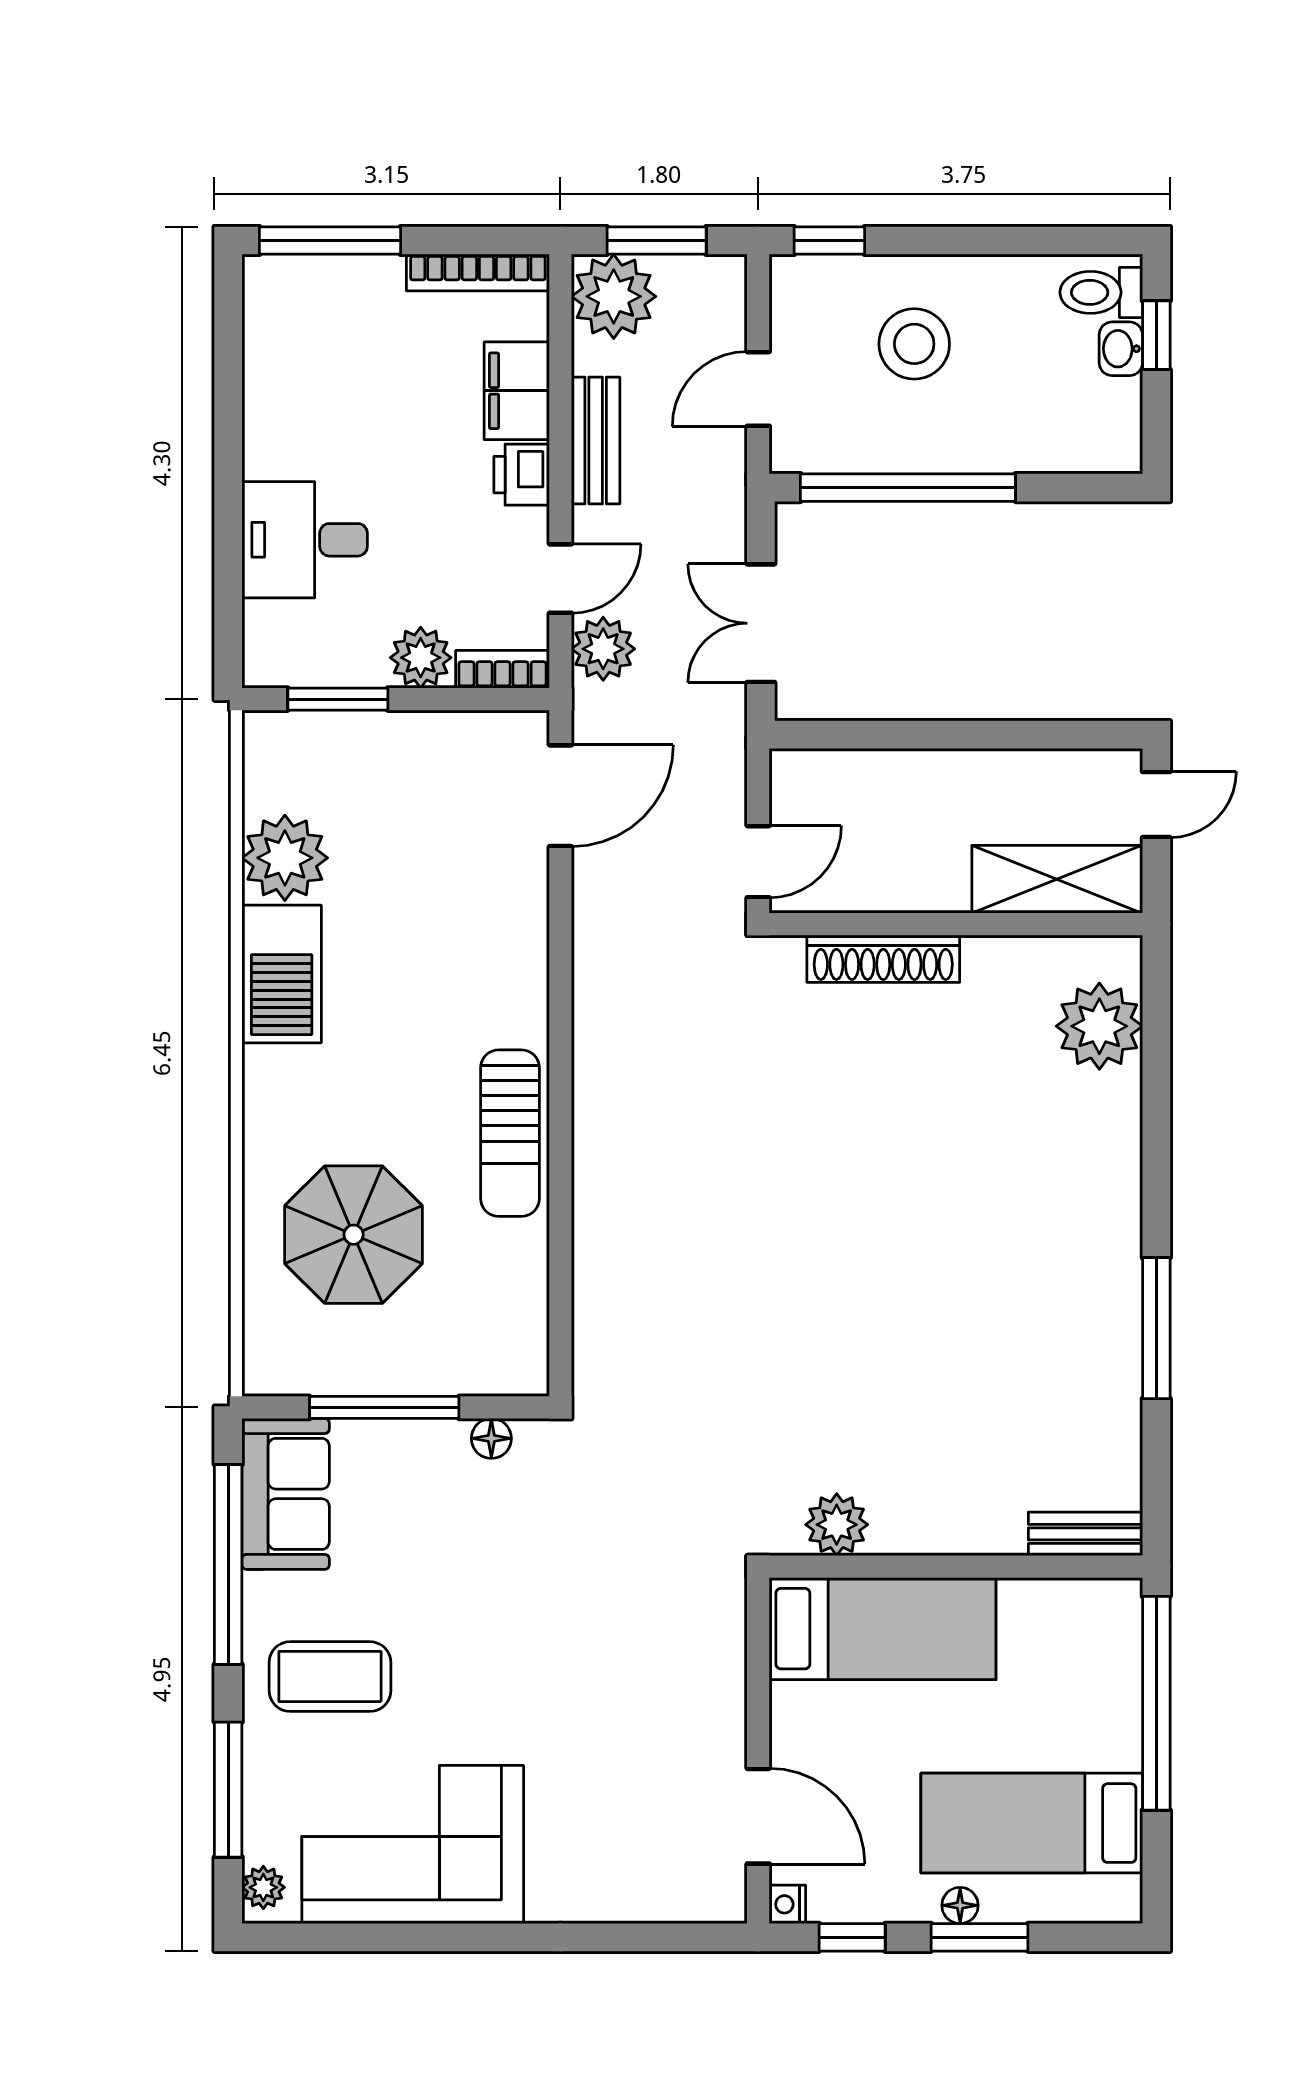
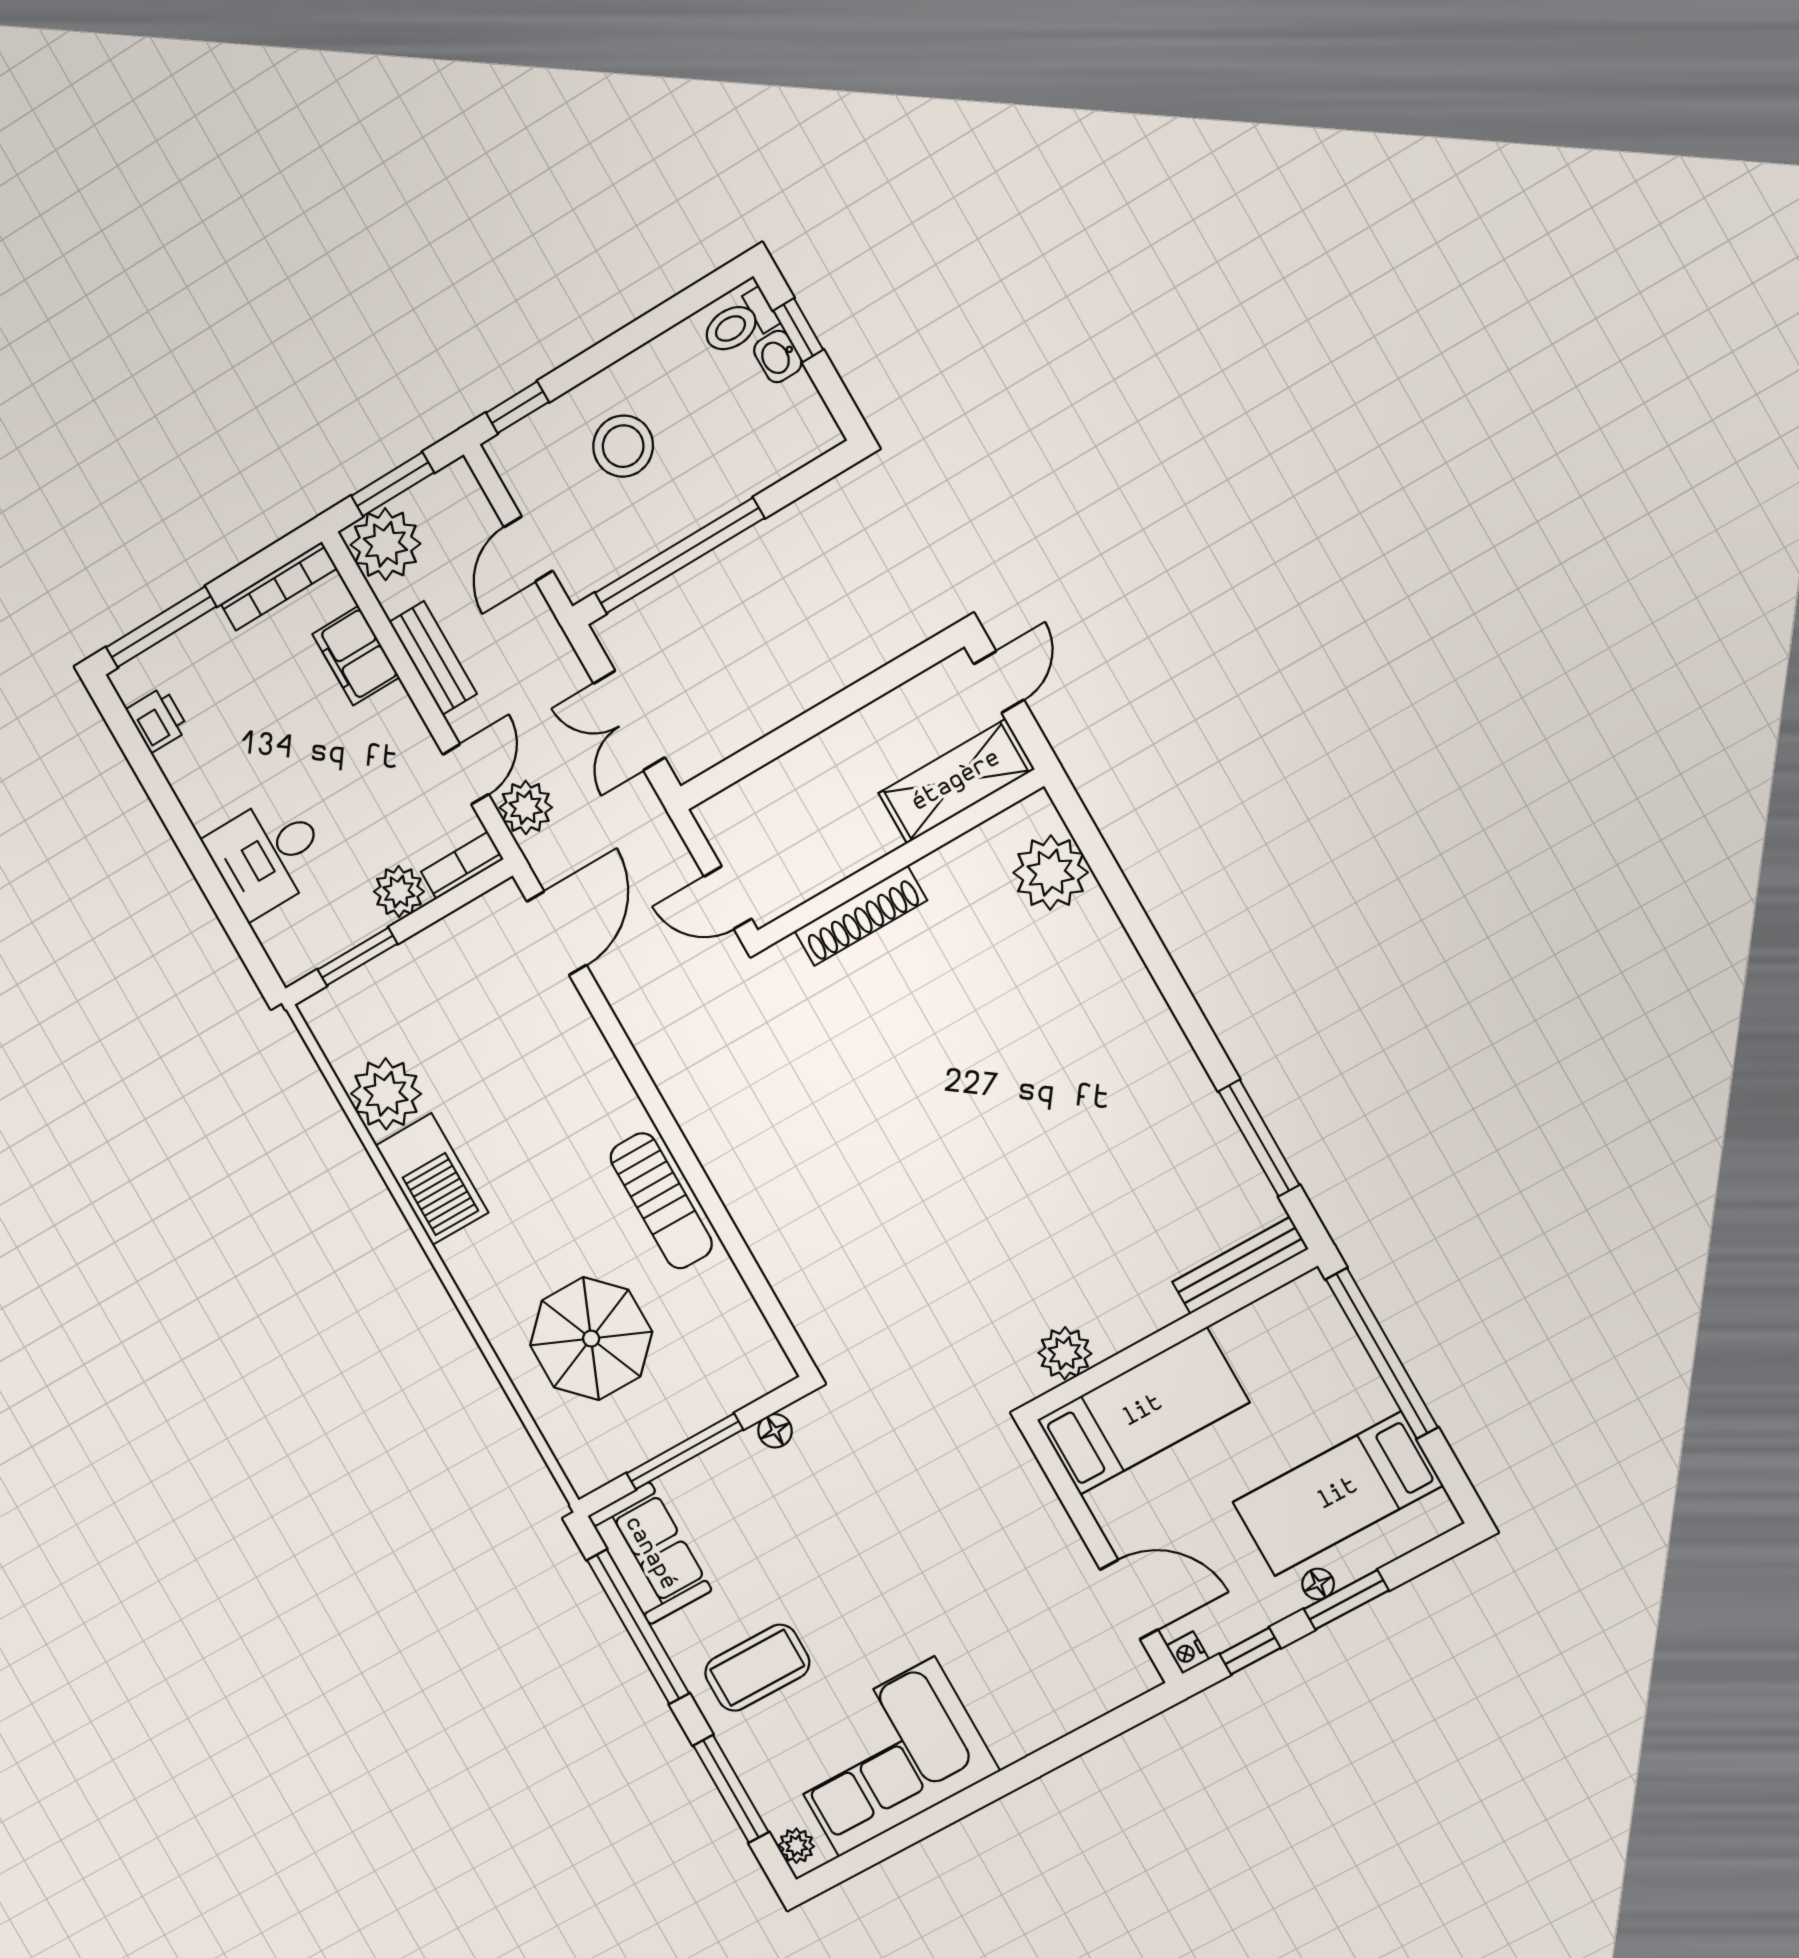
printer: (522, 475) -> (157, 720), moved, turned 180
door: (758, 862) -> (728, 898), swing flipped
window: (1156, 1328) -> (1259, 1138), moved
bench: (1085, 1534) -> (1240, 1265), width x1.36

